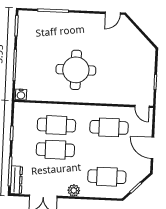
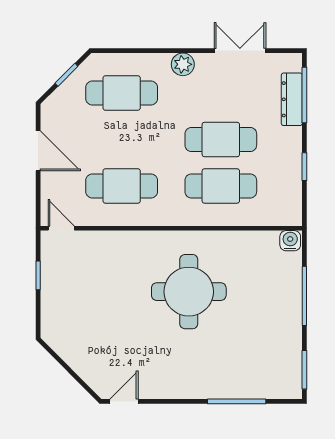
dresser: (16, 180) -> (292, 99), moved

